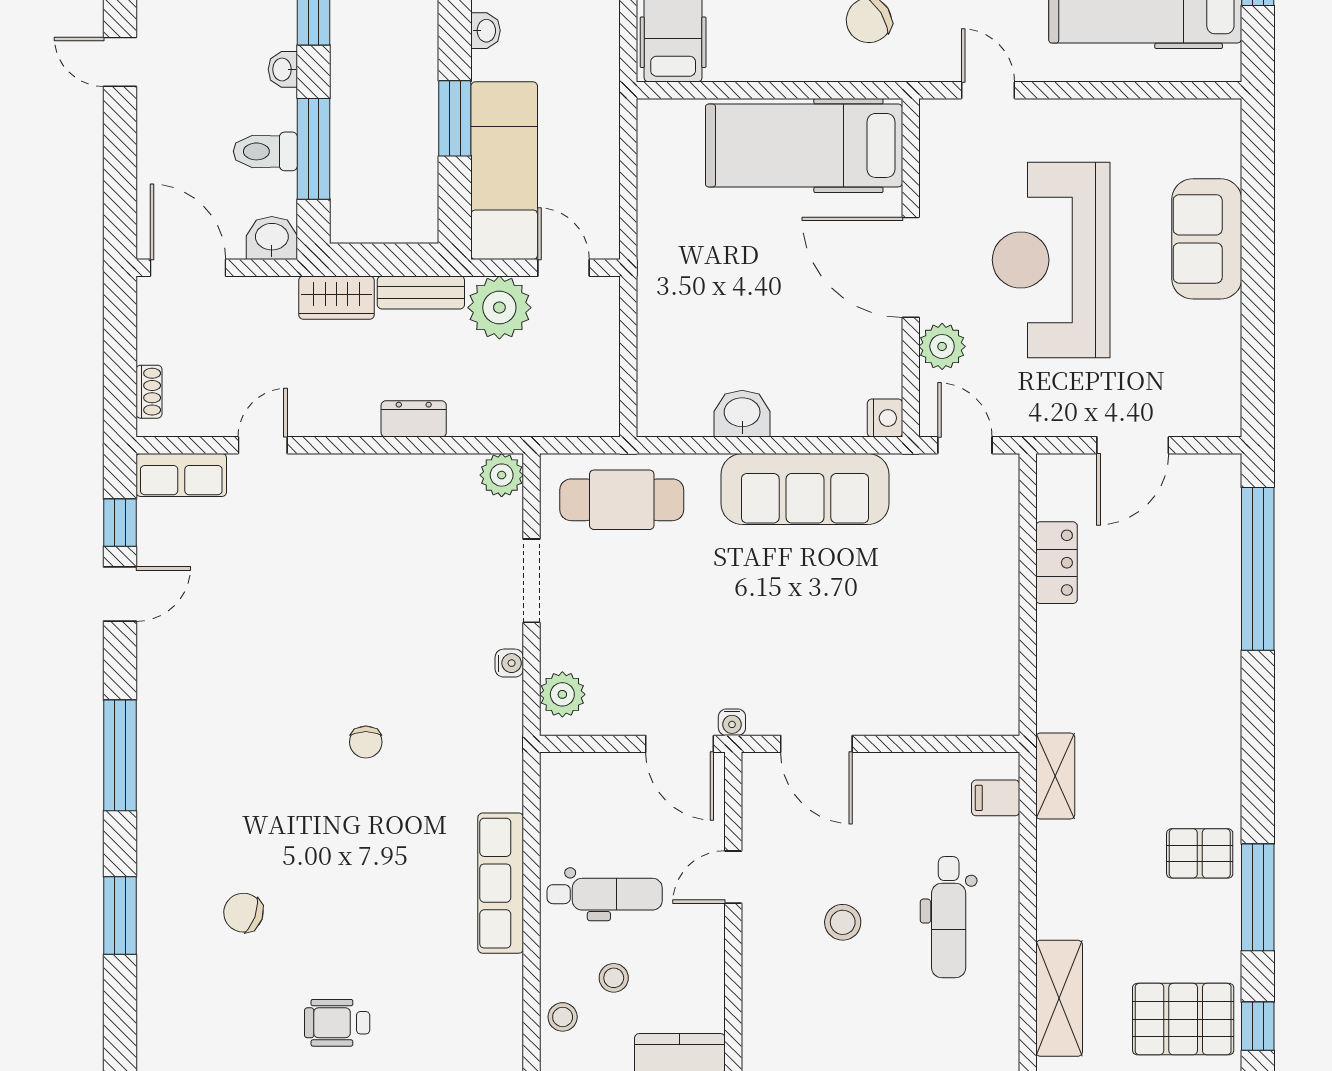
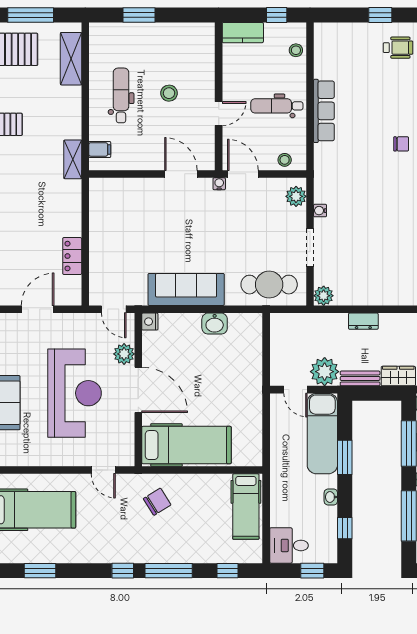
chair: (366, 742) -> (401, 144), moved, turned 90
stool: (614, 978) -> (285, 160), moved

